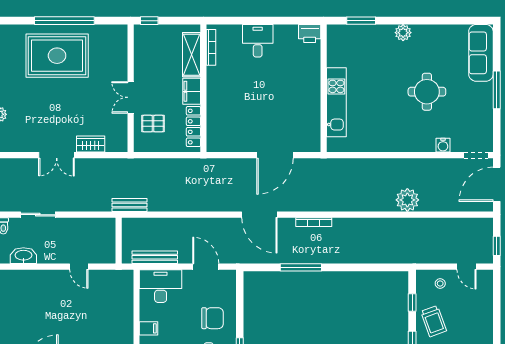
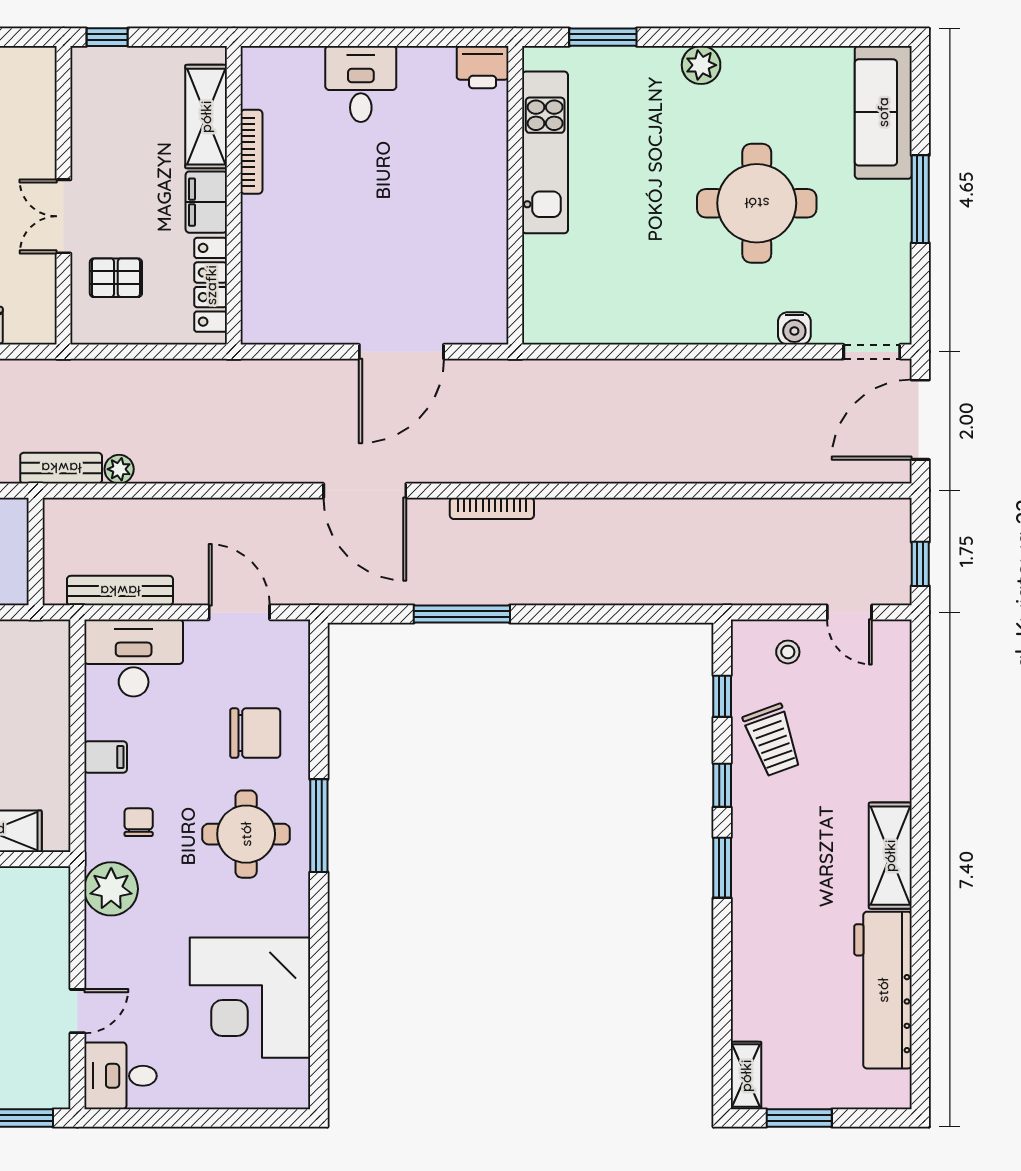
bookcase: (211, 47) -> (251, 152), moved
round table: (427, 92) -> (757, 203), width x1.36, depth x1.36
kitchen unit: (336, 102) -> (545, 152), moved
plant: (407, 200) -> (119, 469), moved, width x0.53, depth x0.53

